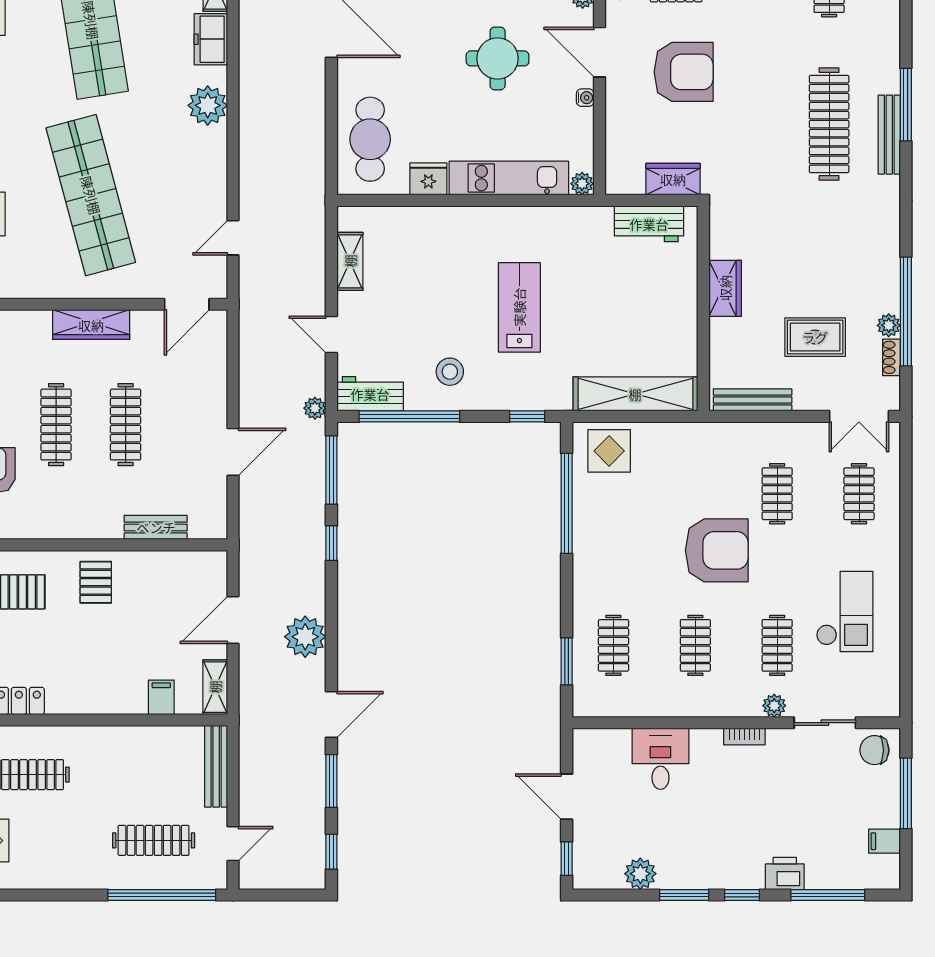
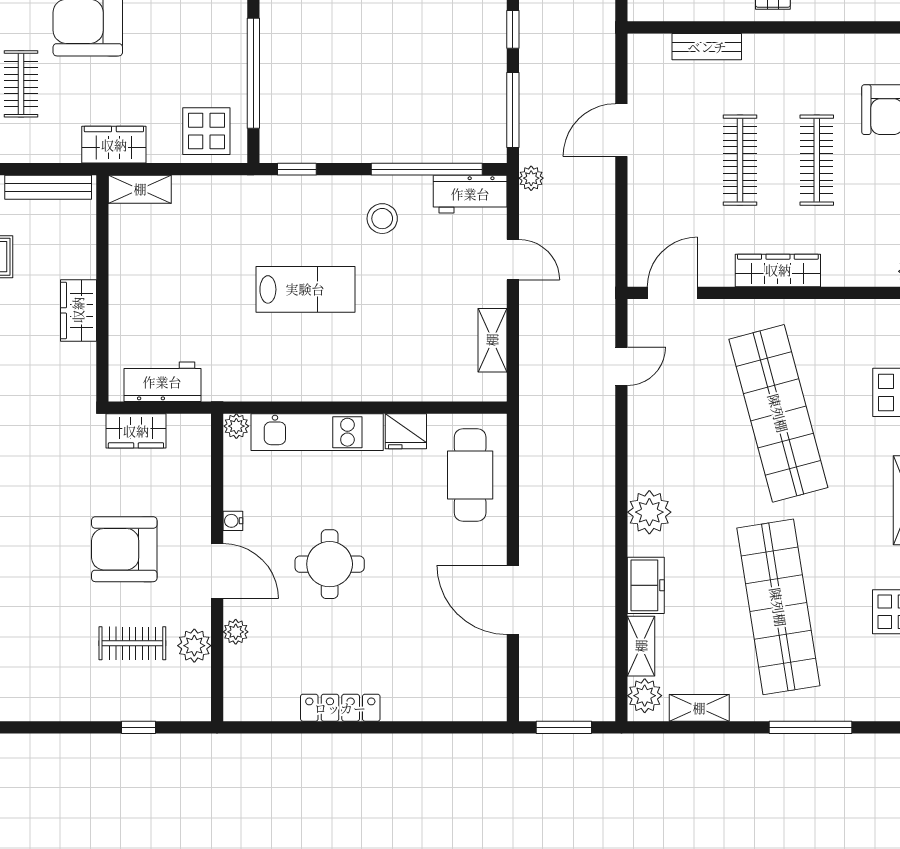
lab bench: (519, 307) -> (305, 289), turned -90
shelving: (635, 394) -> (140, 189), width x0.45, depth x0.75
wardrobe: (693, 439) -> (114, 145), added

